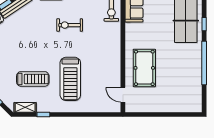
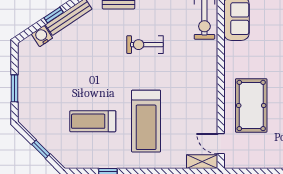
treadmill: (33, 79) -> (93, 121), turned 180
shelving: (25, 107) -> (202, 162), moved

